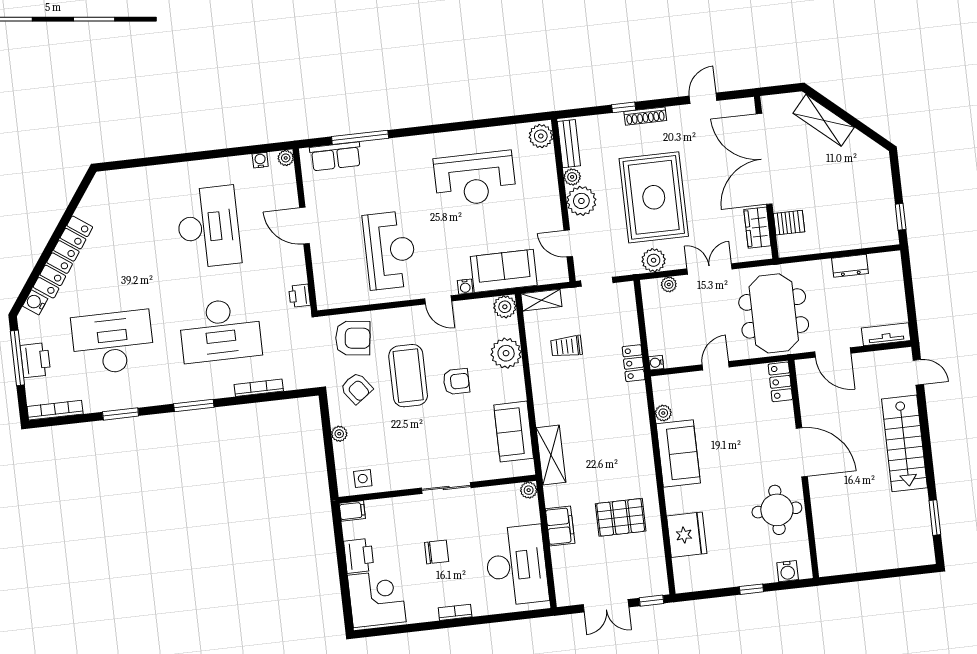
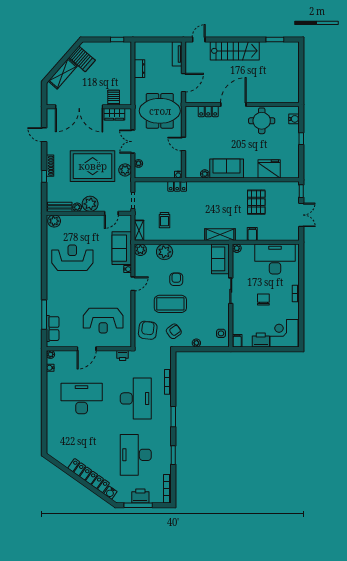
server rack: (856, 154) -> (82, 59), added
reception desk: (475, 179) -> (72, 258), turned -90
reception desk: (390, 250) -> (103, 321), moved, turned 180
locker: (780, 382) -> (208, 111), moved
sofa: (514, 432) -> (220, 259), moved, turned 90
filing cabinet: (560, 526) -> (252, 234), width x0.50

